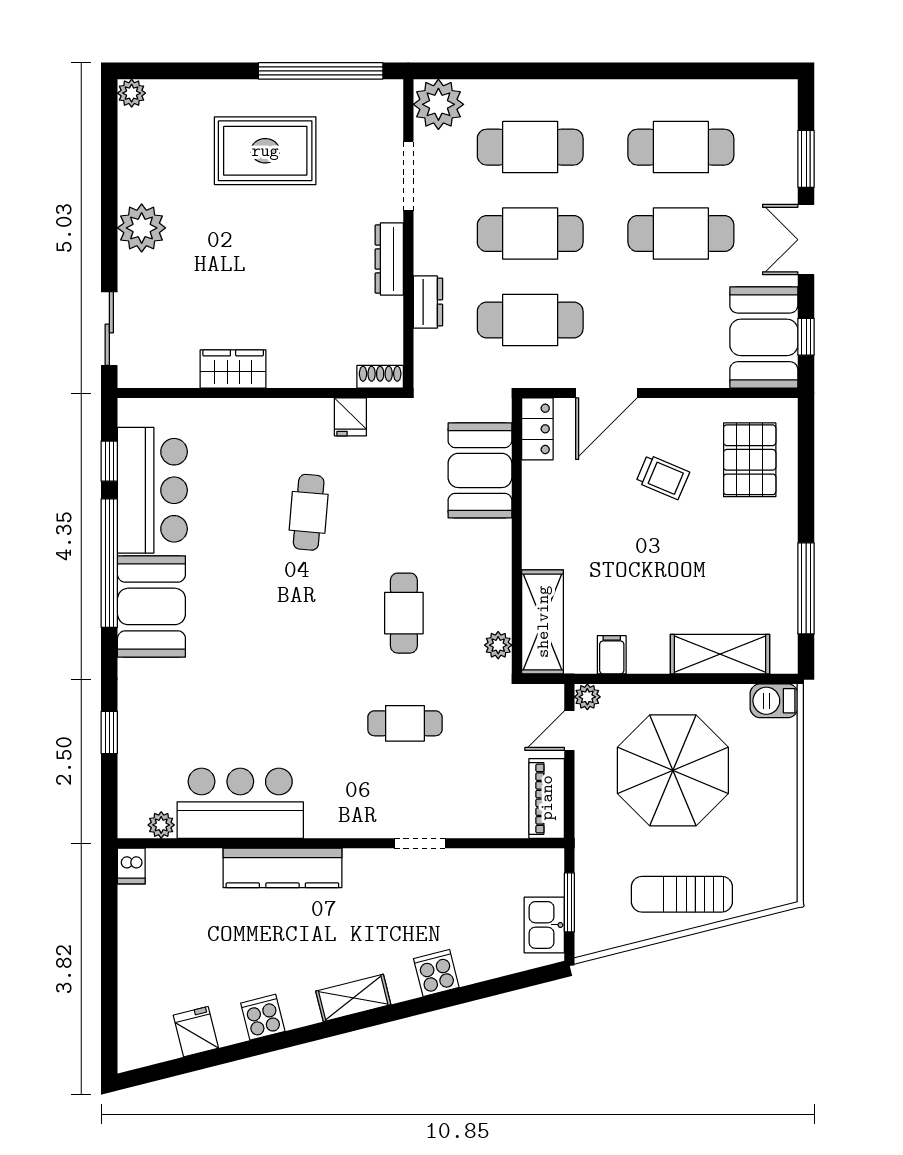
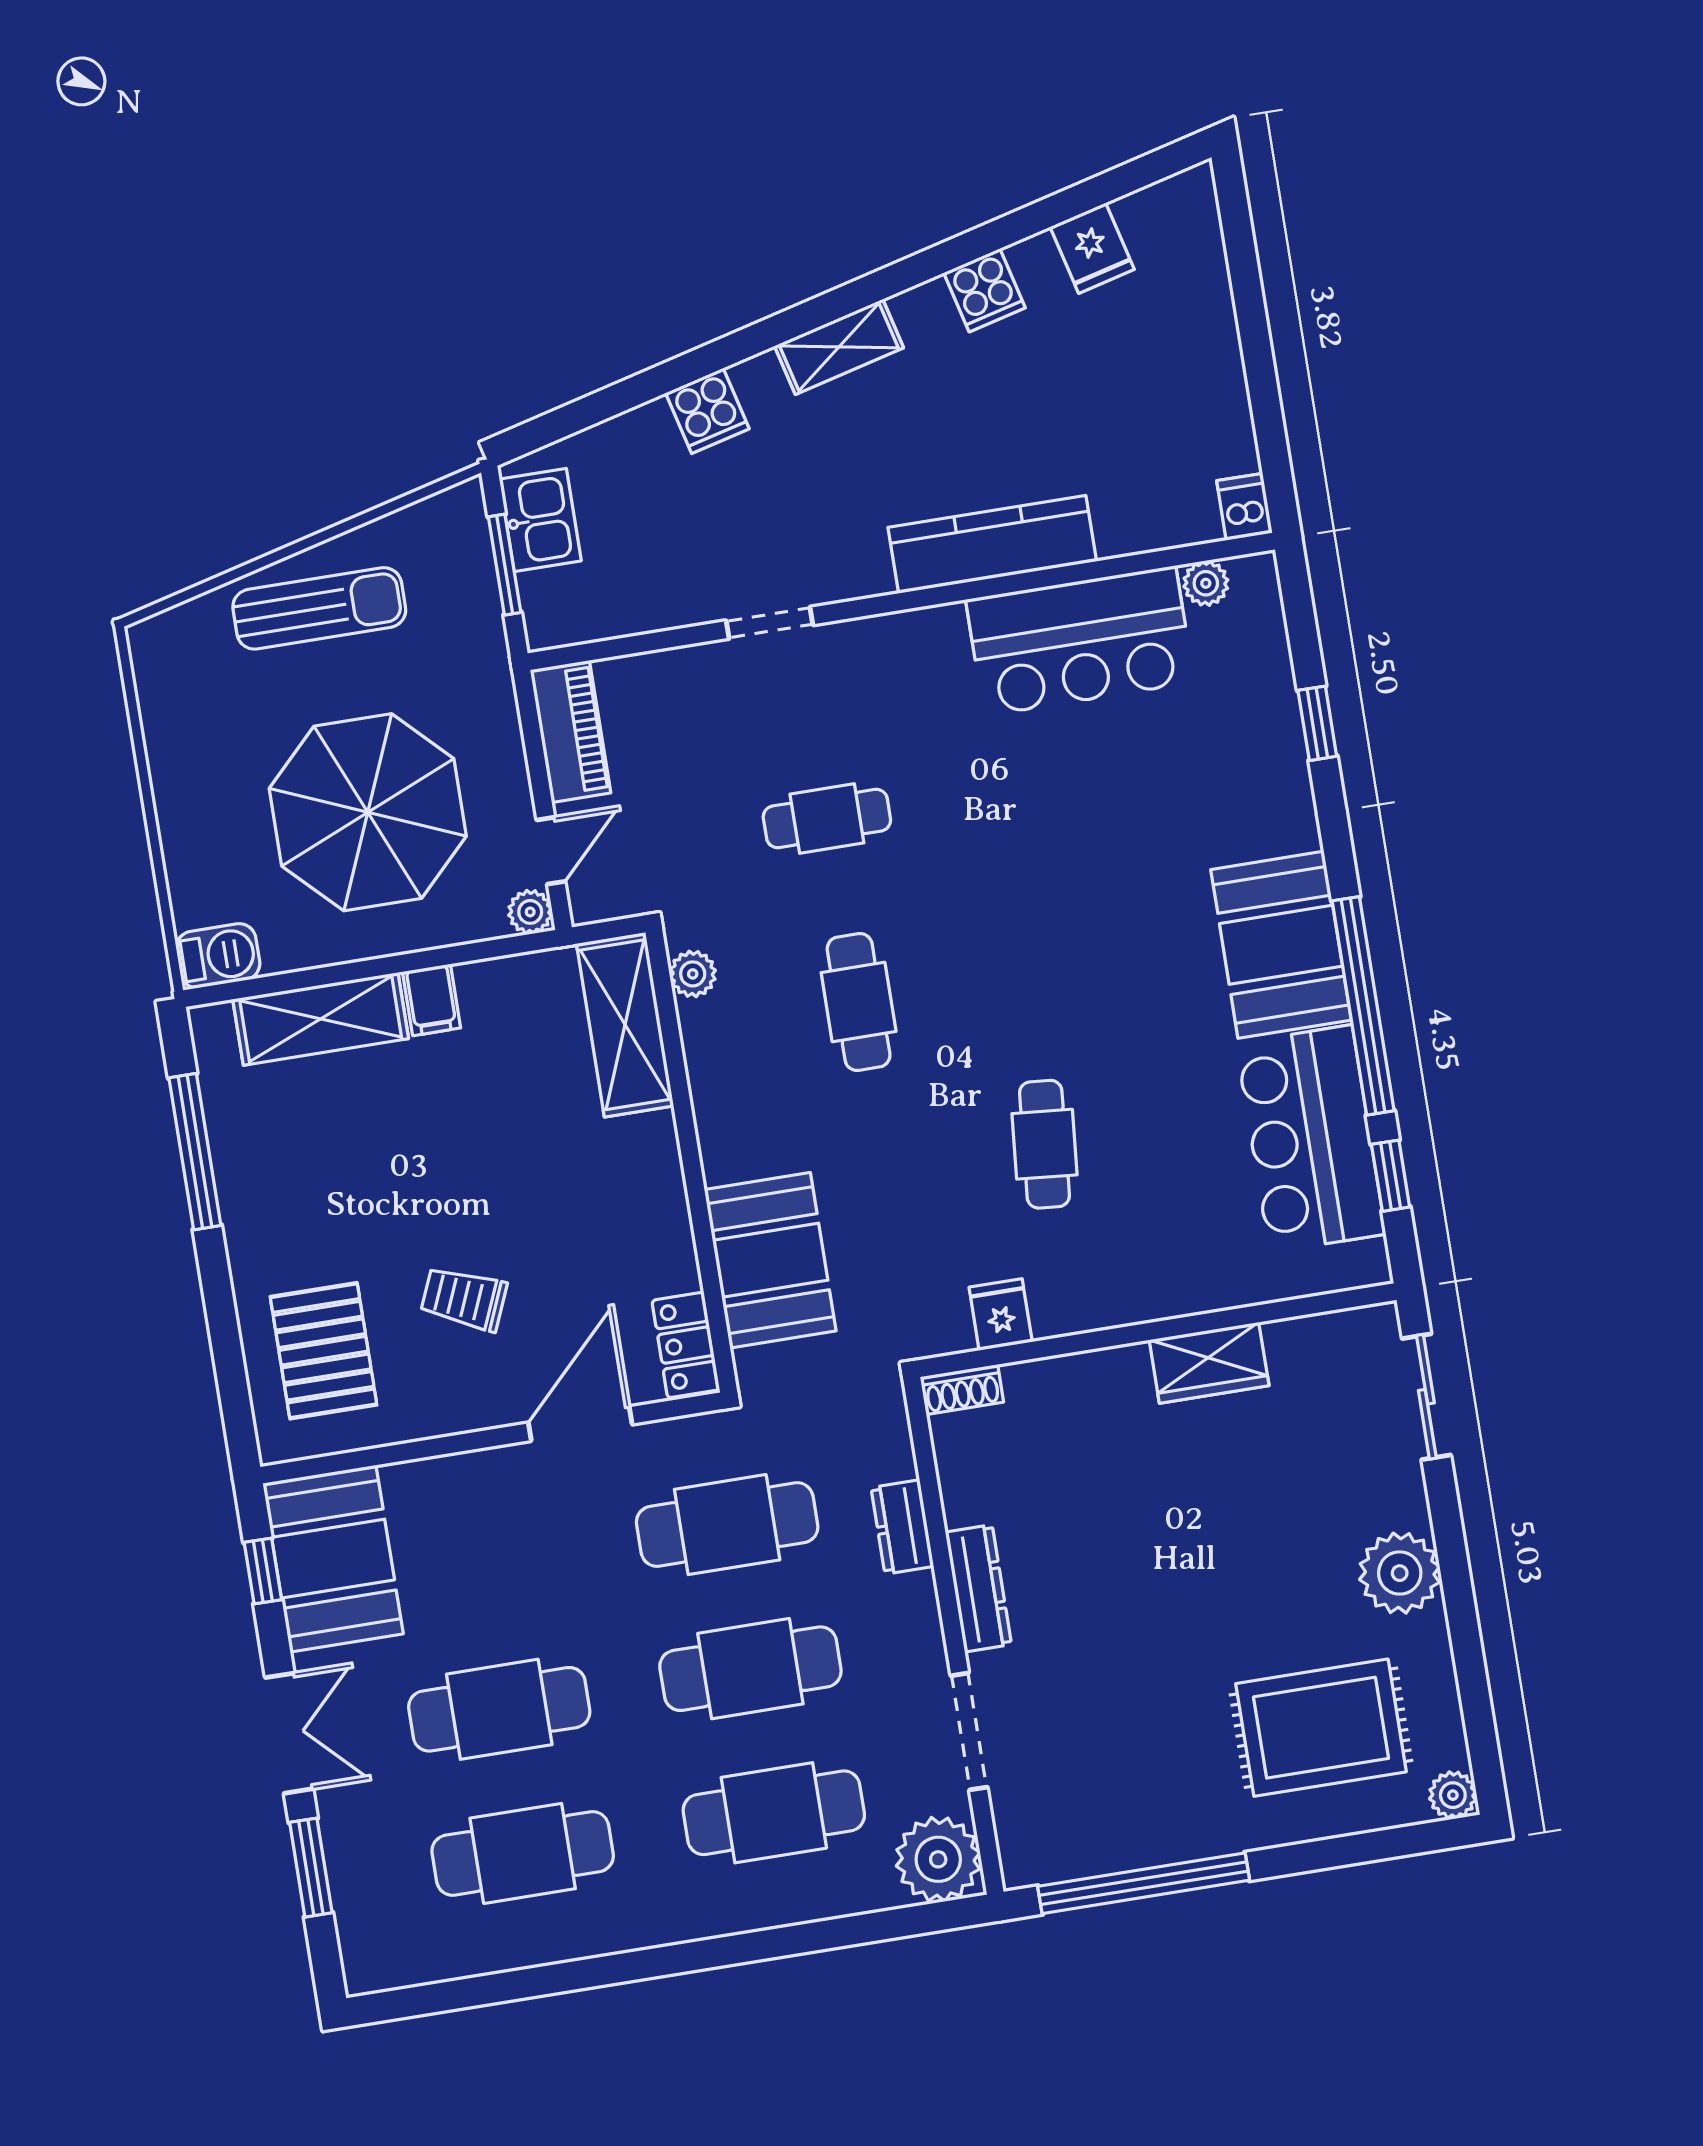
rug: (265, 151) -> (1321, 1728), moved
filing cabinet: (612, 655) -> (431, 1000), moved

